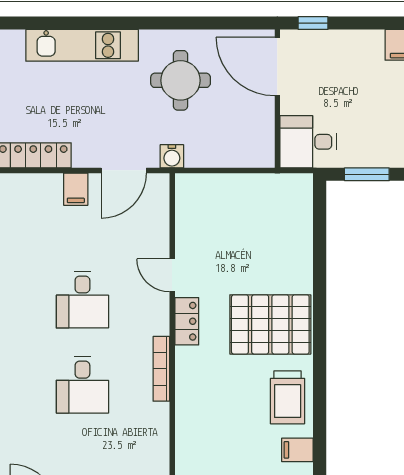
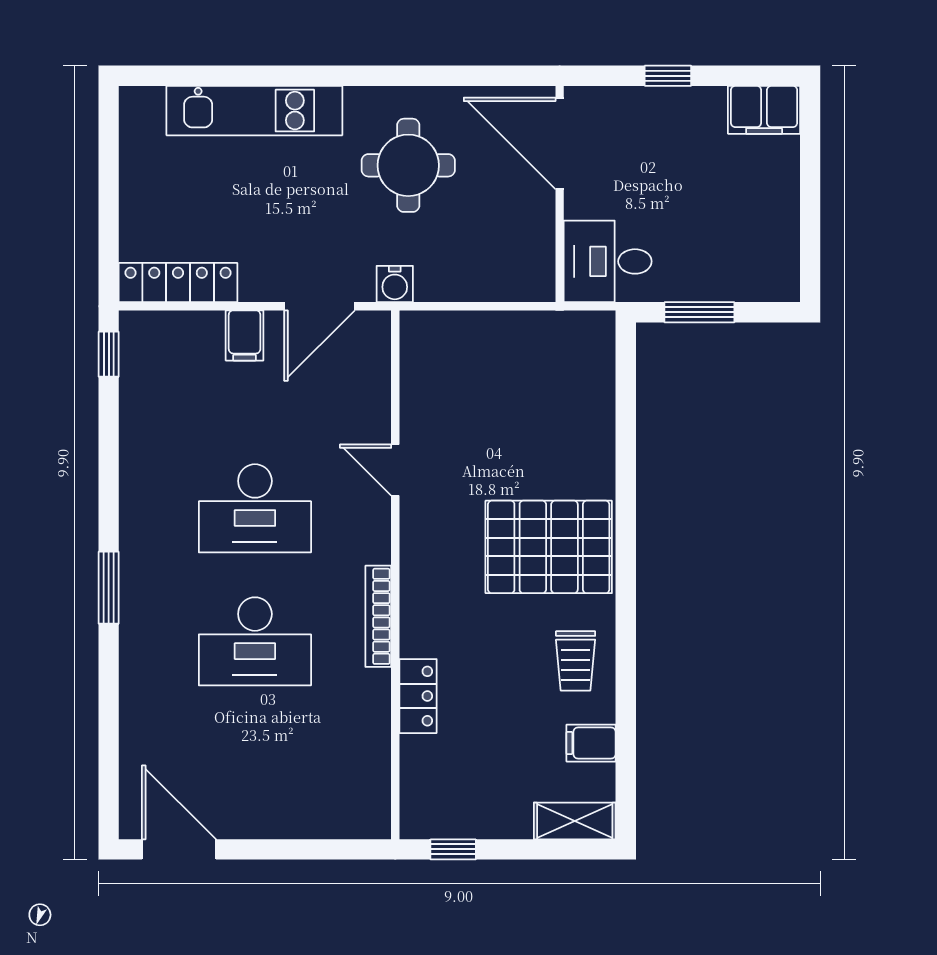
window: (313, 23) -> (668, 76), moved
desk: (82, 300) -> (255, 508), width x1.37
locker: (187, 321) -> (418, 696), moved
desk: (82, 385) -> (255, 641), width x1.37
trolley: (288, 397) -> (576, 661), width x0.73, depth x0.72

